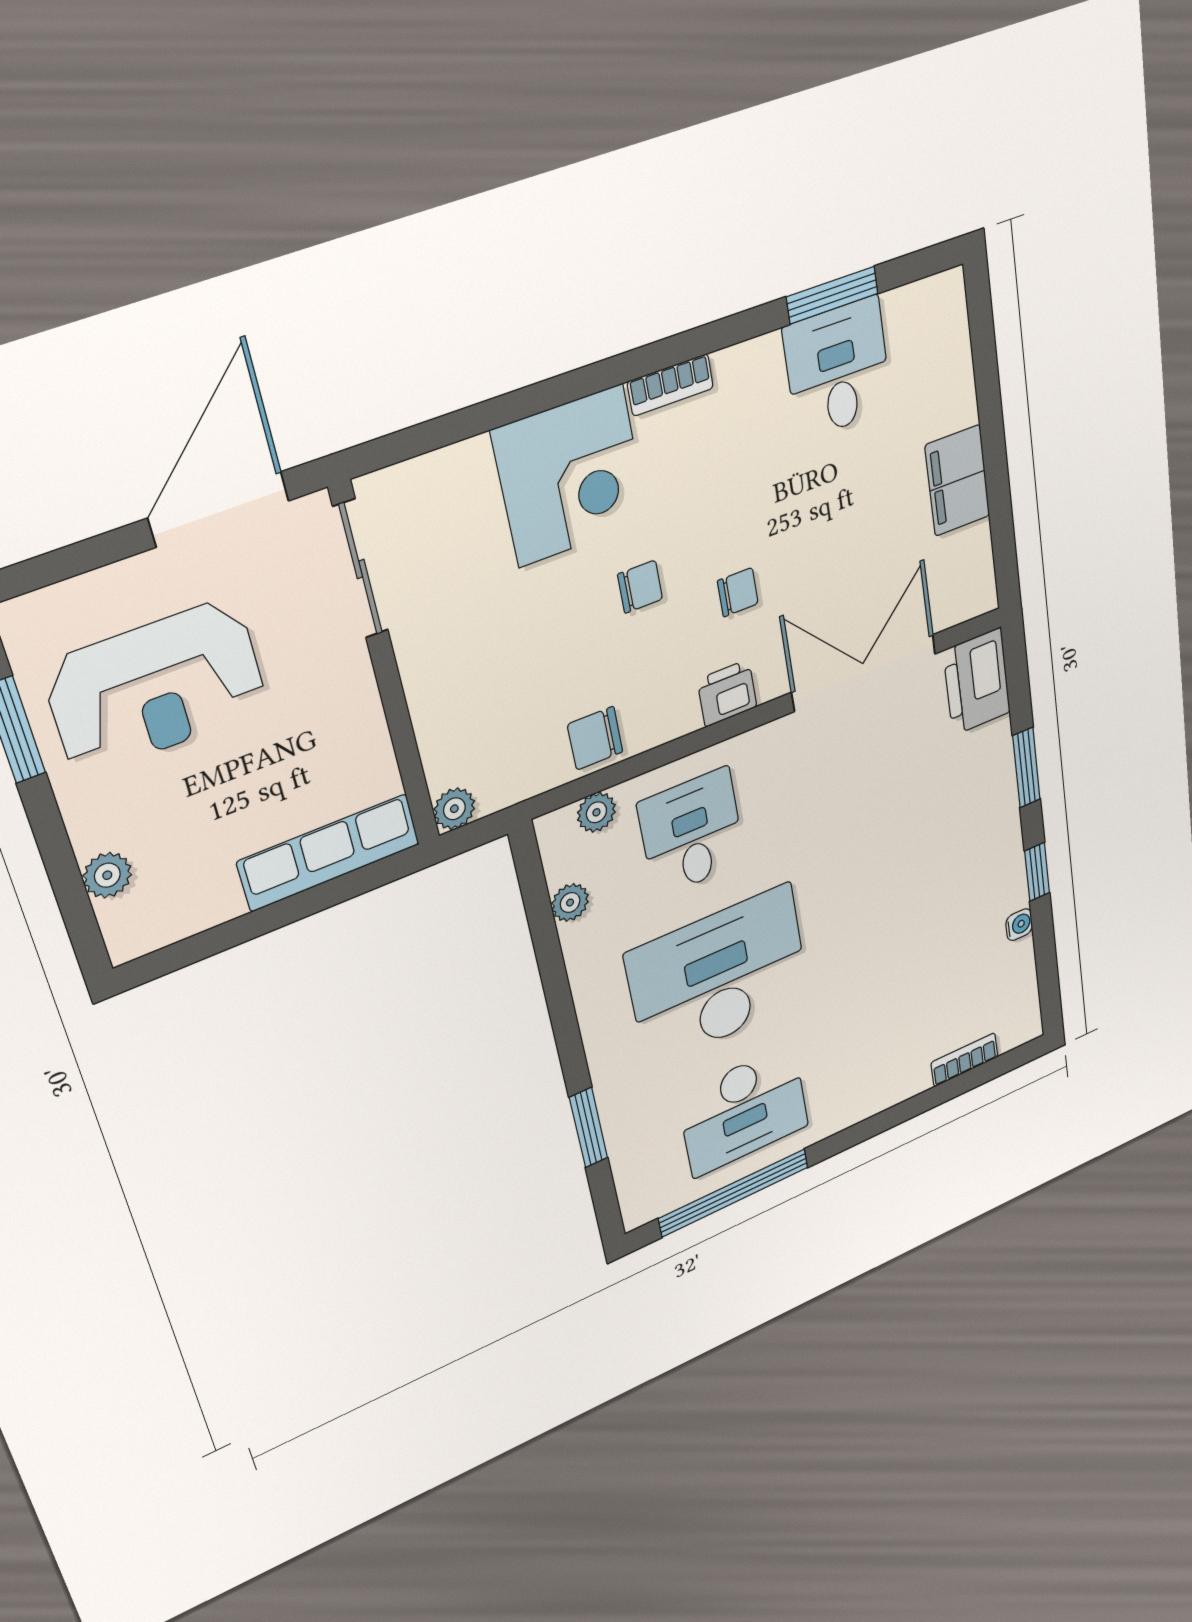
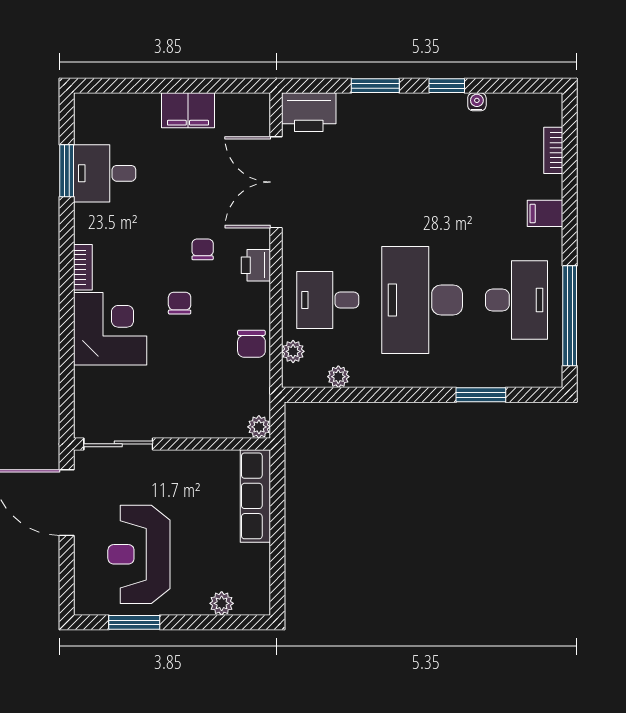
reception desk: (156, 687) -> (139, 554), turned 180
filing cabinet: (875, 1090) -> (545, 213), added

